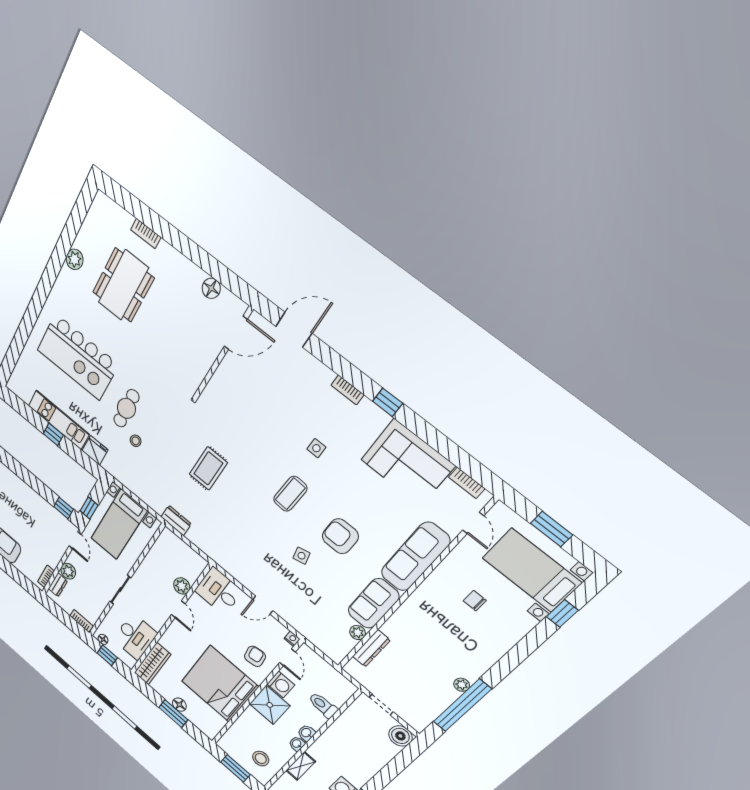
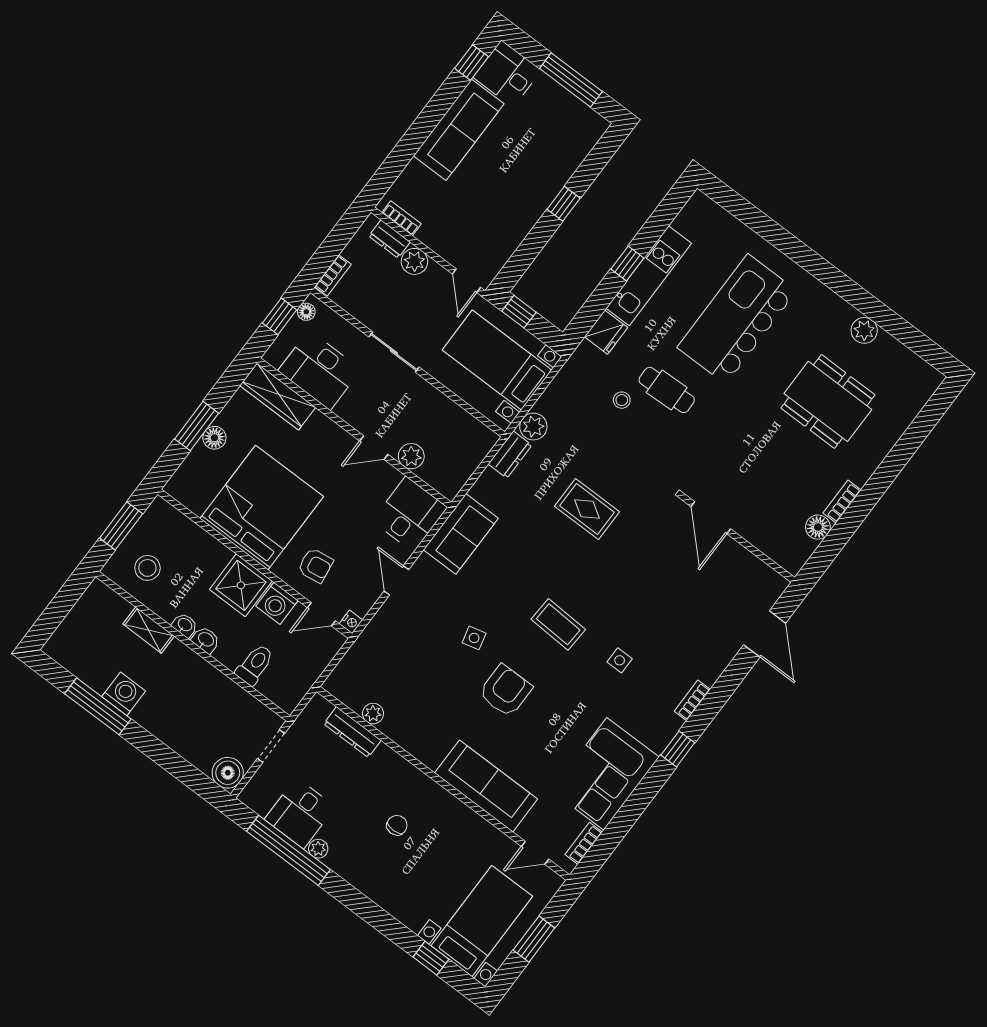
bookcase: (146, 234) -> (842, 502), moved
door: (236, 333) -> (711, 518), moved
plant: (157, 503) -> (533, 427), added
window: (64, 508) -> (564, 204), moved
door: (75, 540) -> (466, 281), hinge flipped
chair: (475, 601) -> (397, 825), moved
sofa: (373, 603) -> (461, 534), moved, turned 90
desk: (433, 693) -> (300, 813), added

